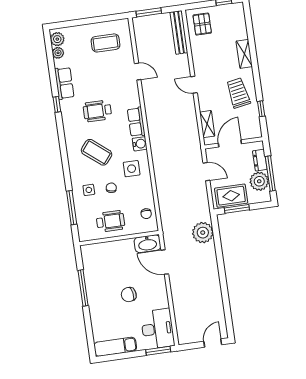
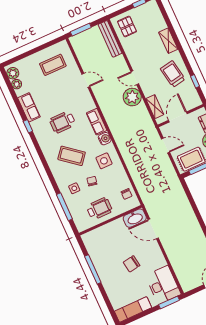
plant: (203, 233) -> (132, 97), moved

